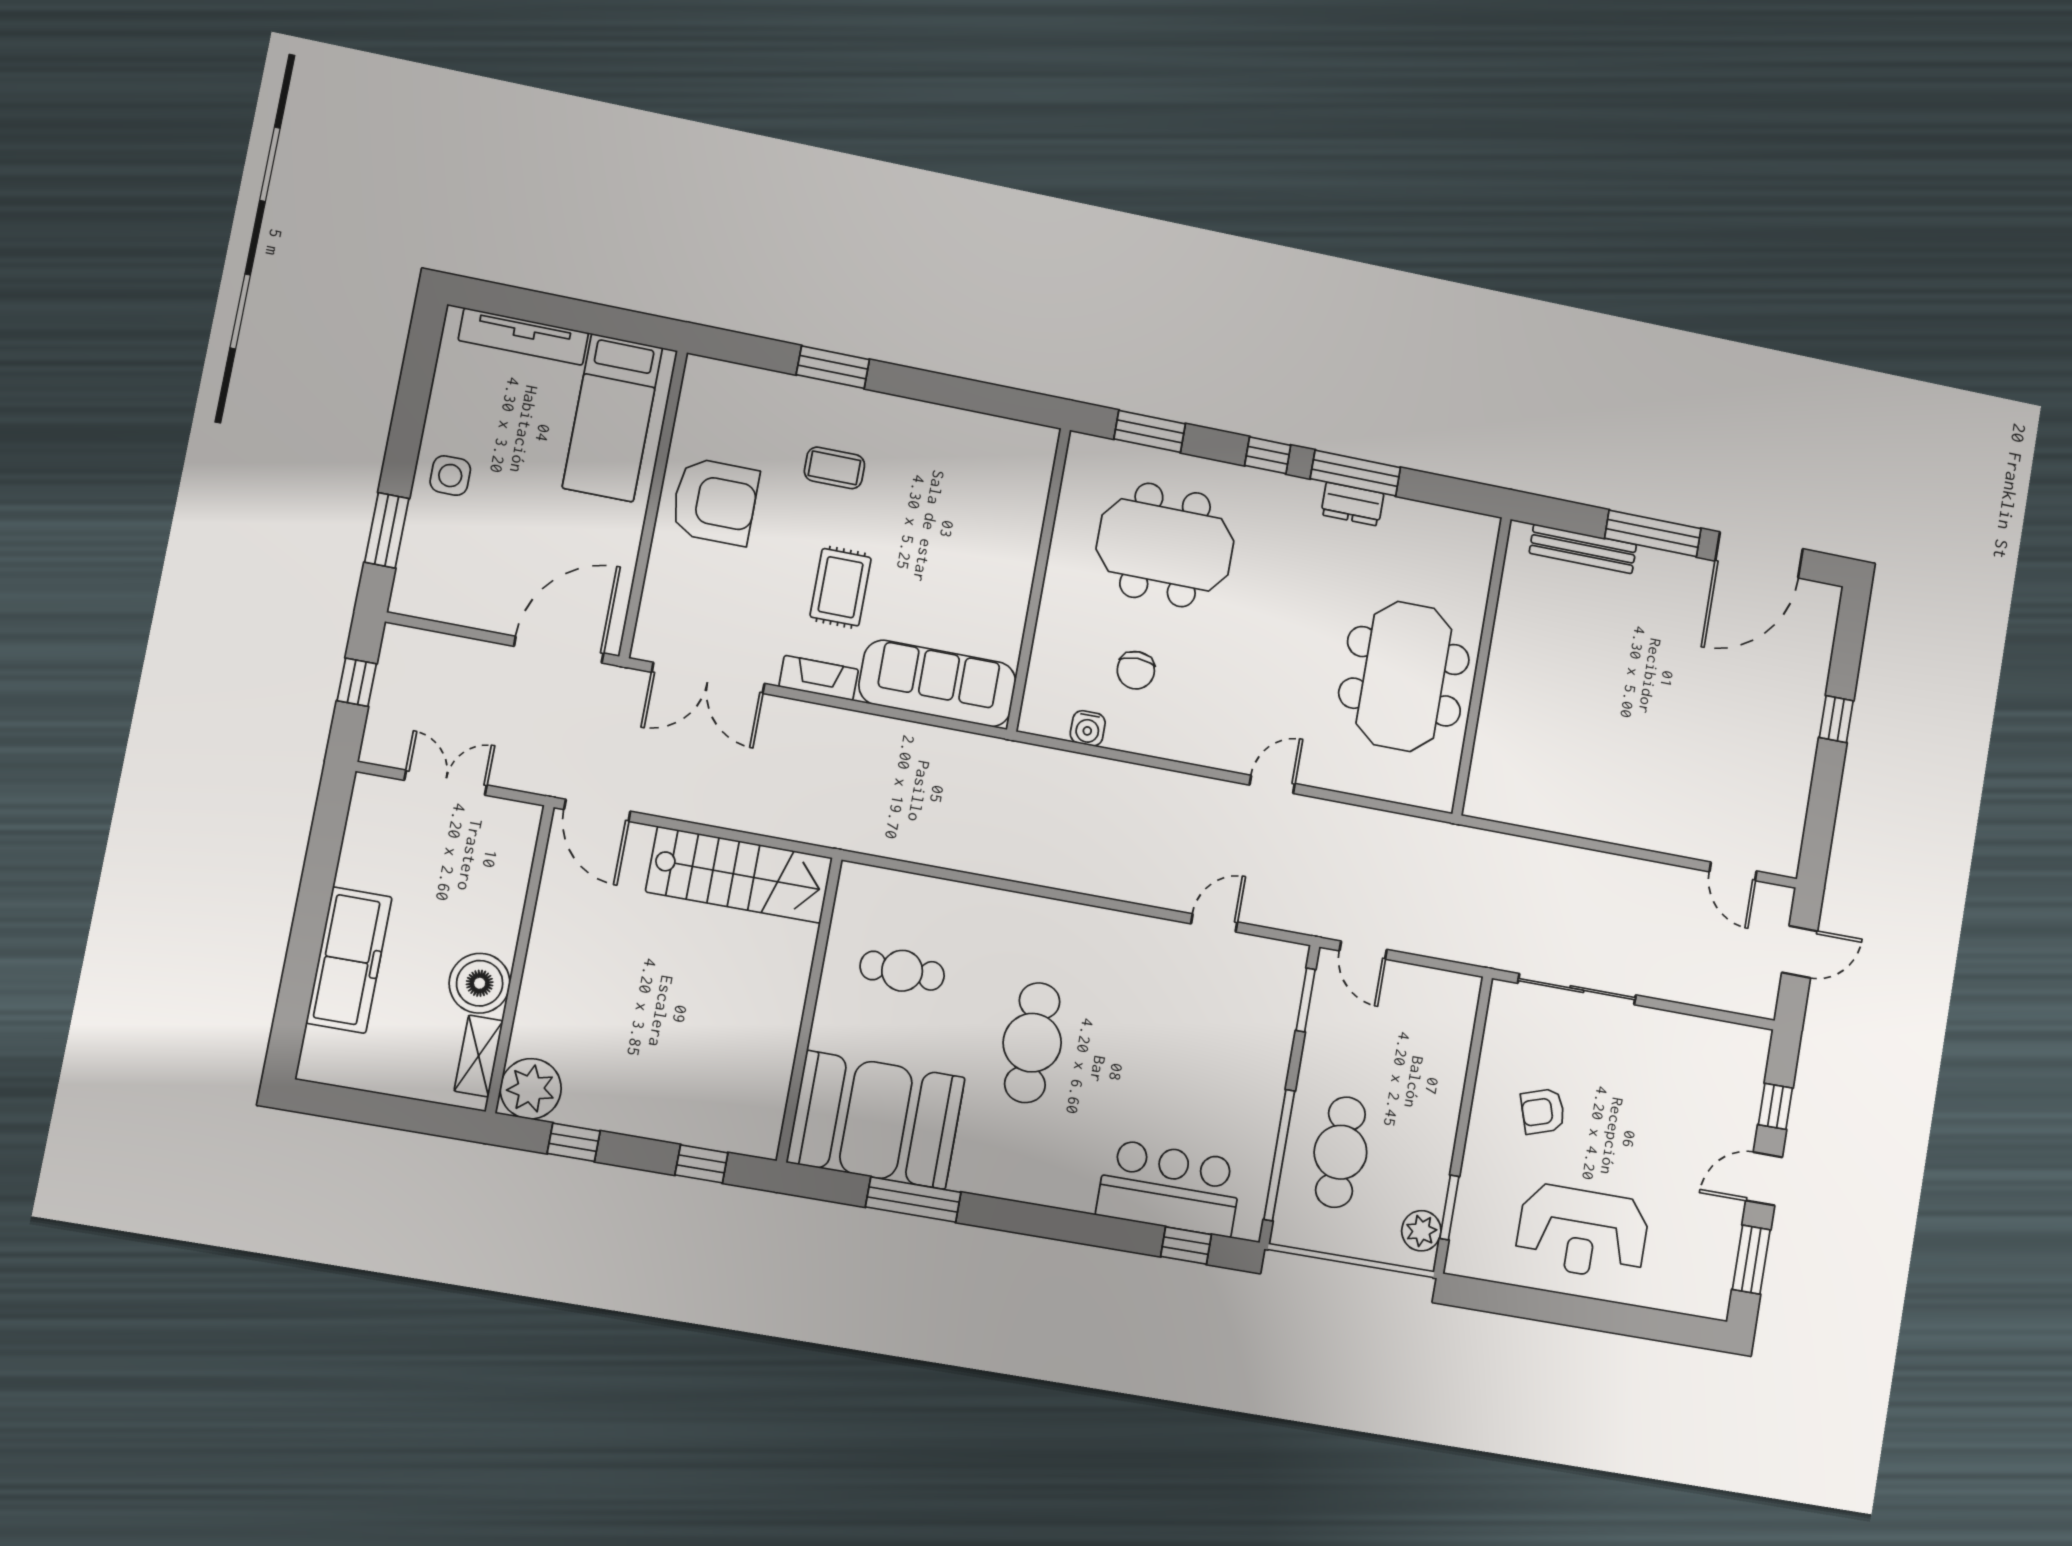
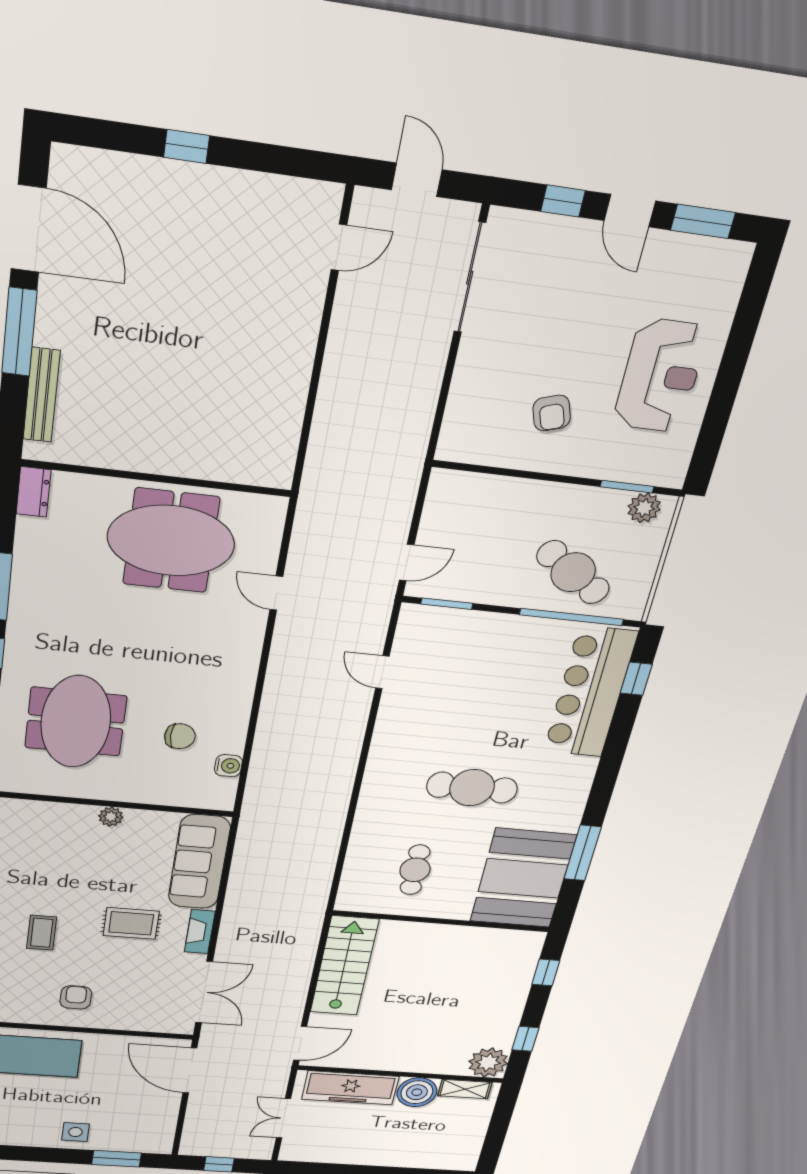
armchair: (715, 502) -> (76, 997), width x0.53, depth x0.53
dresser: (1352, 504) -> (34, 492), moved
plant: (1019, 575) -> (111, 817), added
door: (1272, 784) -> (276, 593), moved
freezer: (349, 960) -> (350, 1088), moved, turned 180
sliding door: (1577, 989) -> (470, 278), moved
cafe table: (1340, 1152) -> (573, 572), turned 34
bar counter: (1170, 1188) -> (590, 692), width x1.36

